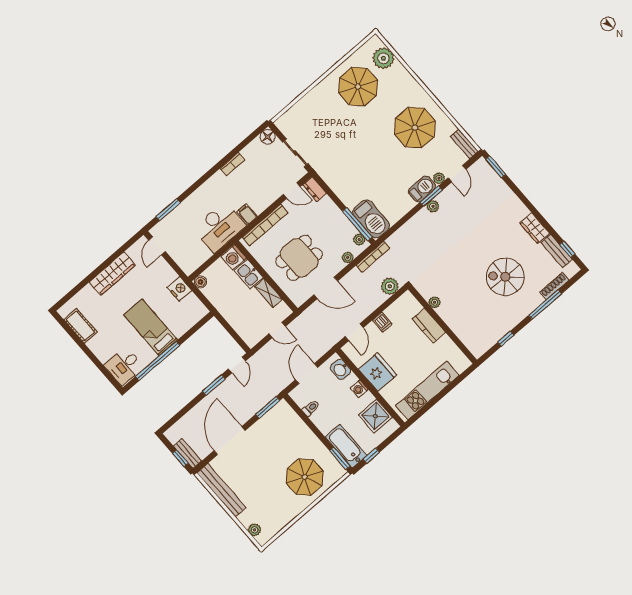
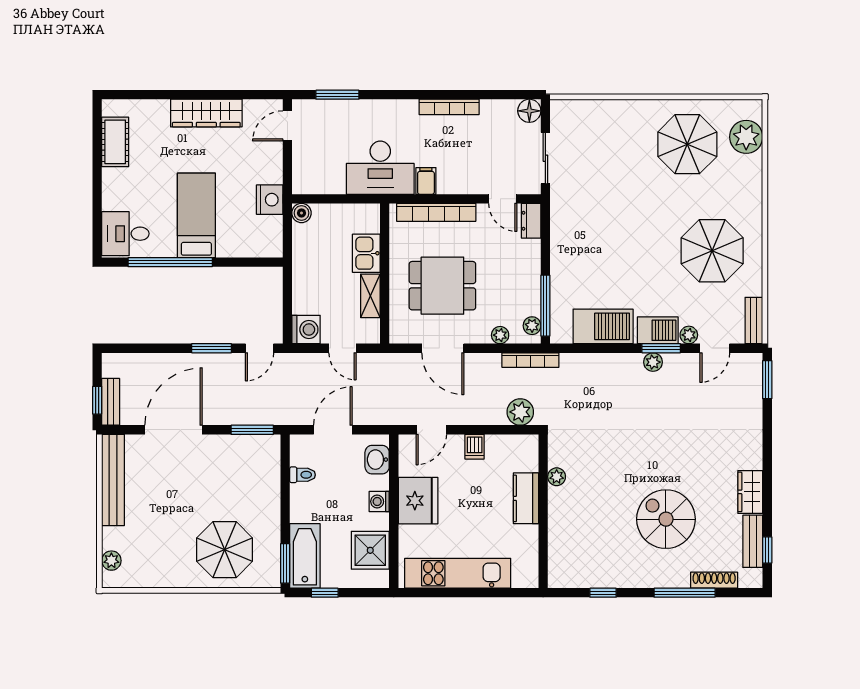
bookcase: (232, 164) -> (449, 107), width x1.56
barbecue: (371, 219) -> (603, 326), moved, turned -90
washing machine: (234, 257) -> (306, 330), moved, turned 180

